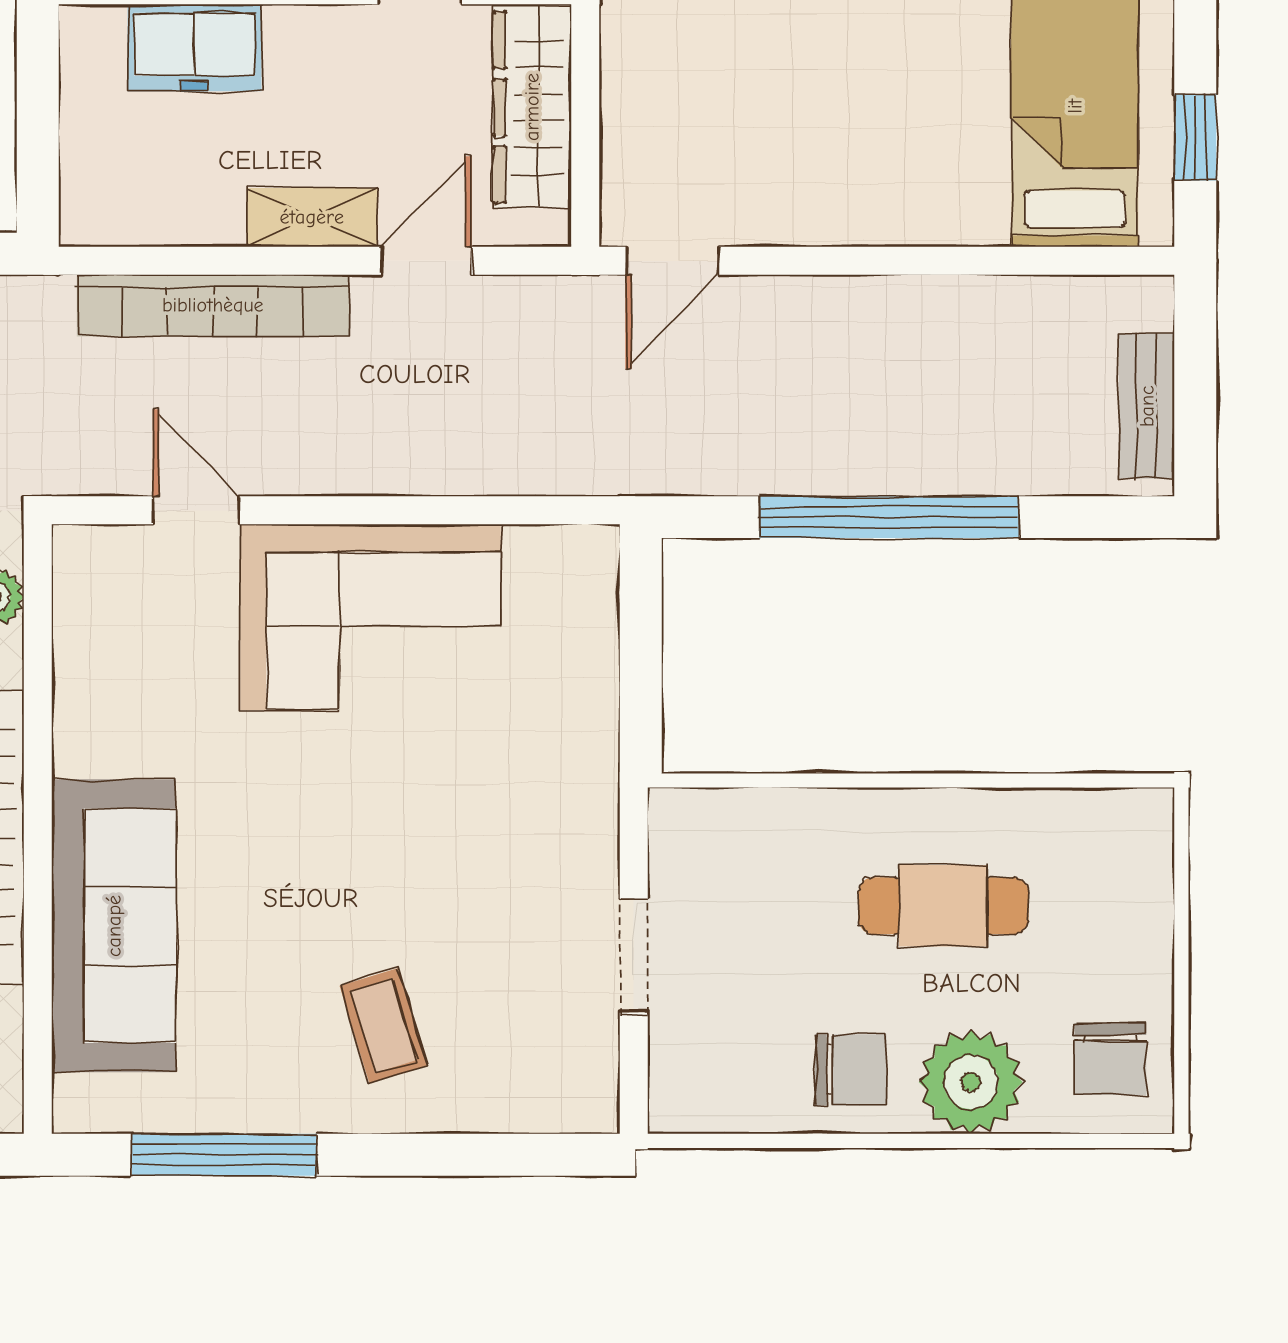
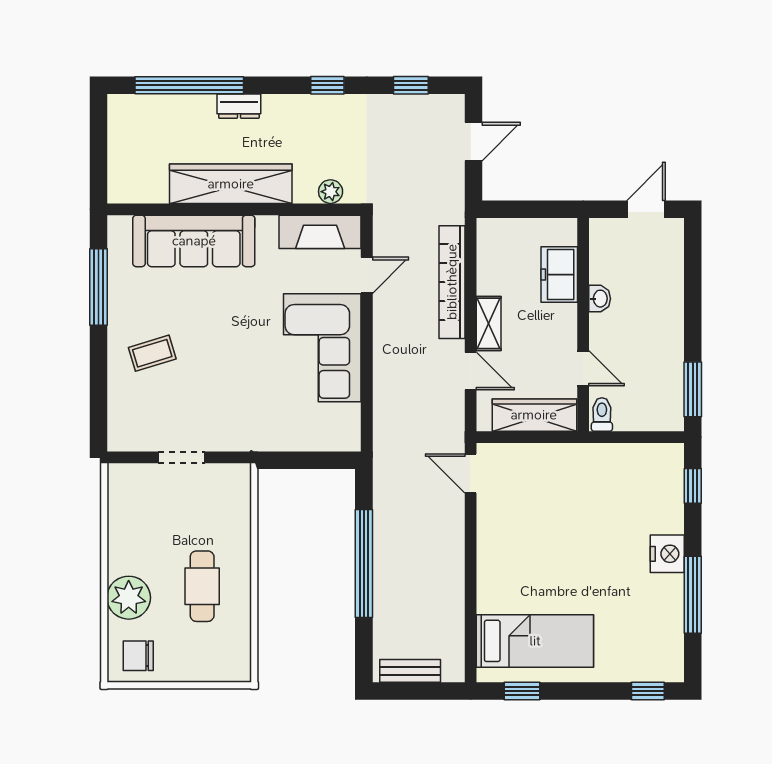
fireplace: (92, 622) -> (320, 232), added
chair: (851, 1070) -> (134, 548), removed

